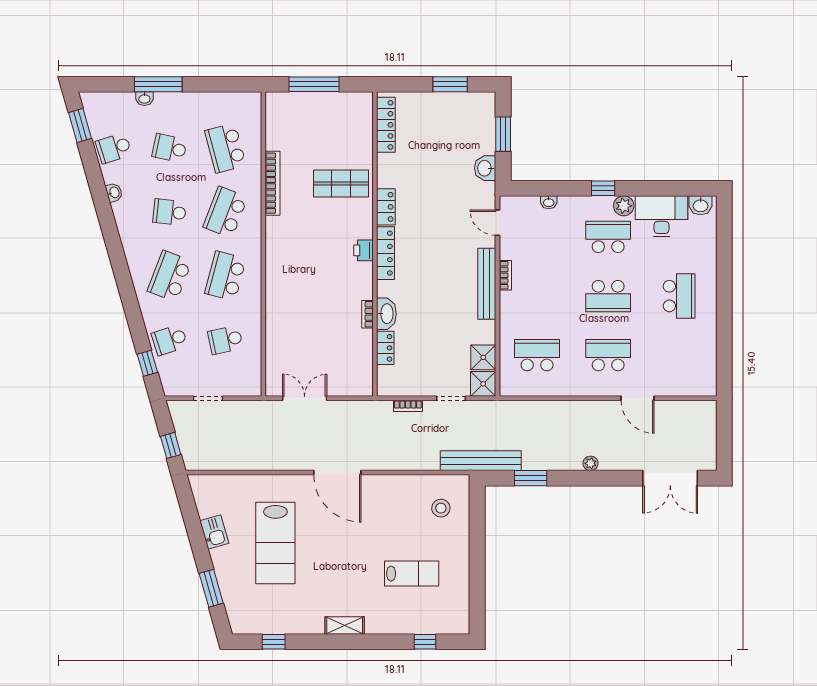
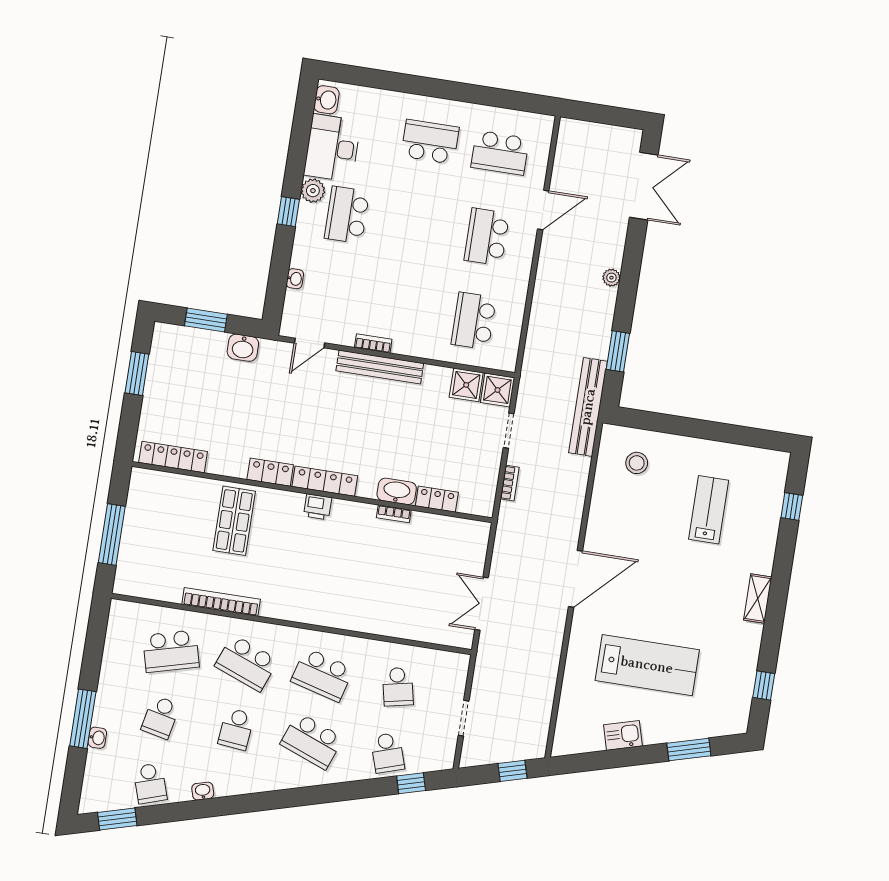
school desk: (608, 296) -> (500, 153), moved, turned 90

